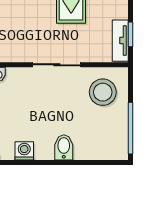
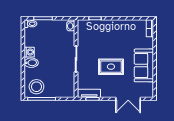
stool: (103, 92) -> (36, 87), moved
washing machine: (24, 151) -> (29, 52), moved

